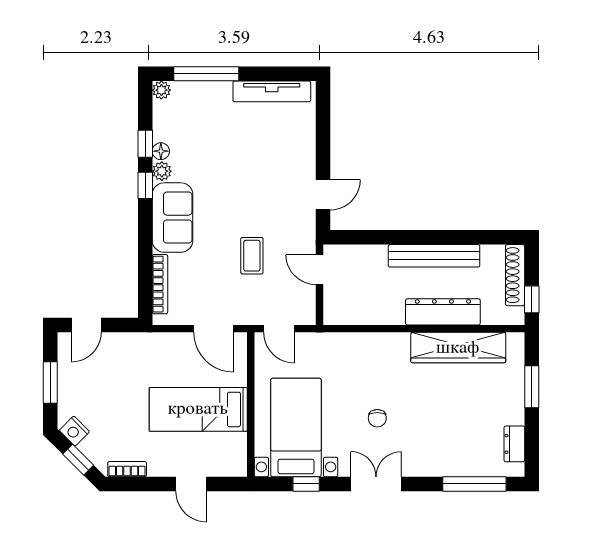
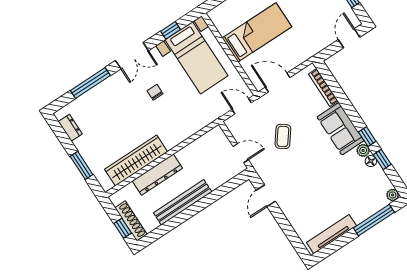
coffee table: (252, 256) -> (283, 136), turned 37
window: (532, 299) -> (123, 228), moved
window: (474, 484) -> (90, 83), moved

